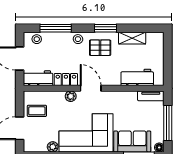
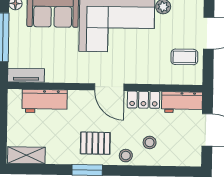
window: (56, 28) -> (157, 171), removed
shelving: (132, 38) -> (26, 155), moved
stool: (37, 39) -> (150, 142), moved
plant: (71, 96) -> (137, 76), removed

